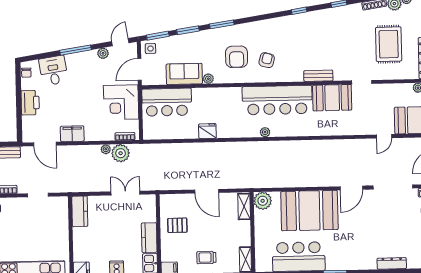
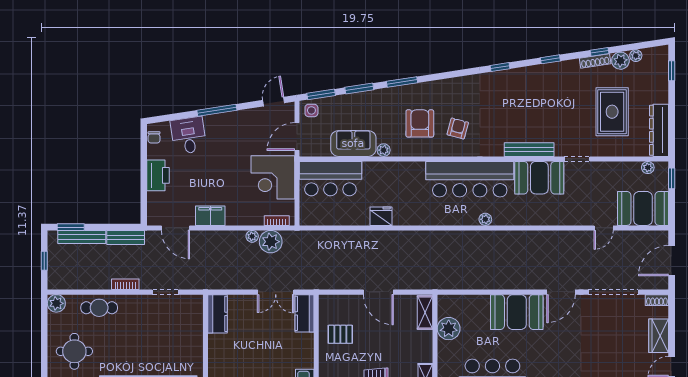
plant: (103, 53) -> (251, 115), removed
armchair: (237, 57) -> (420, 123), turned 180
bench: (318, 76) -> (529, 150), width x1.36
plant: (265, 132) -> (485, 219), moved
double door: (125, 193) -> (276, 292), swing flipped
plant: (263, 201) -> (449, 329), moved
booth: (309, 211) -> (517, 312), width x0.73, depth x0.70
kitchen counter: (149, 238) -> (304, 313), moved

